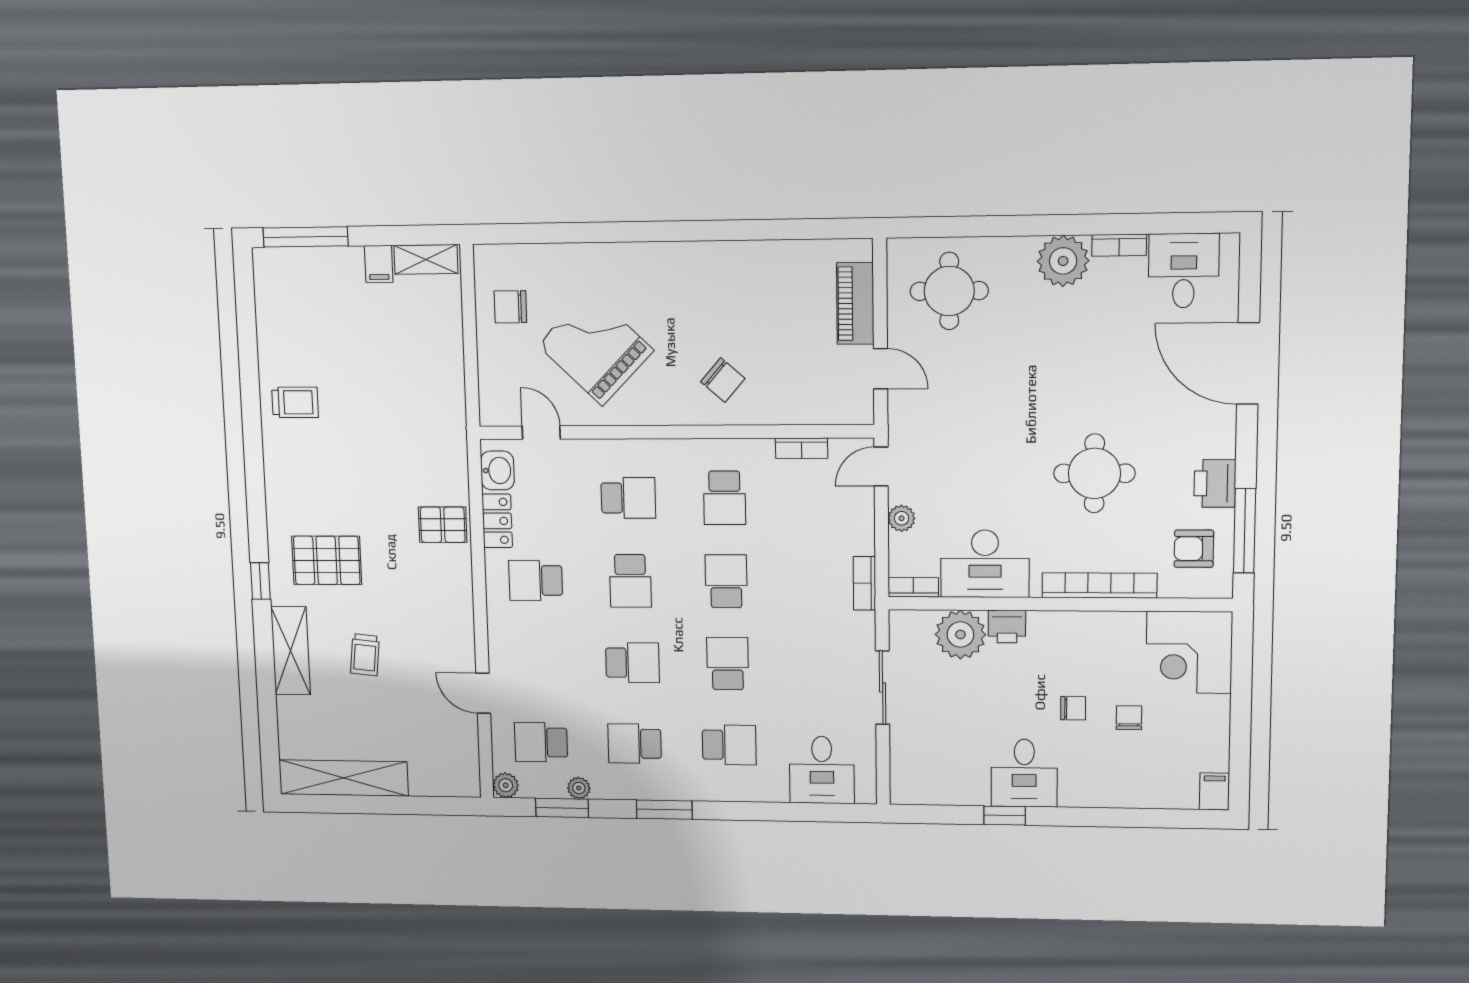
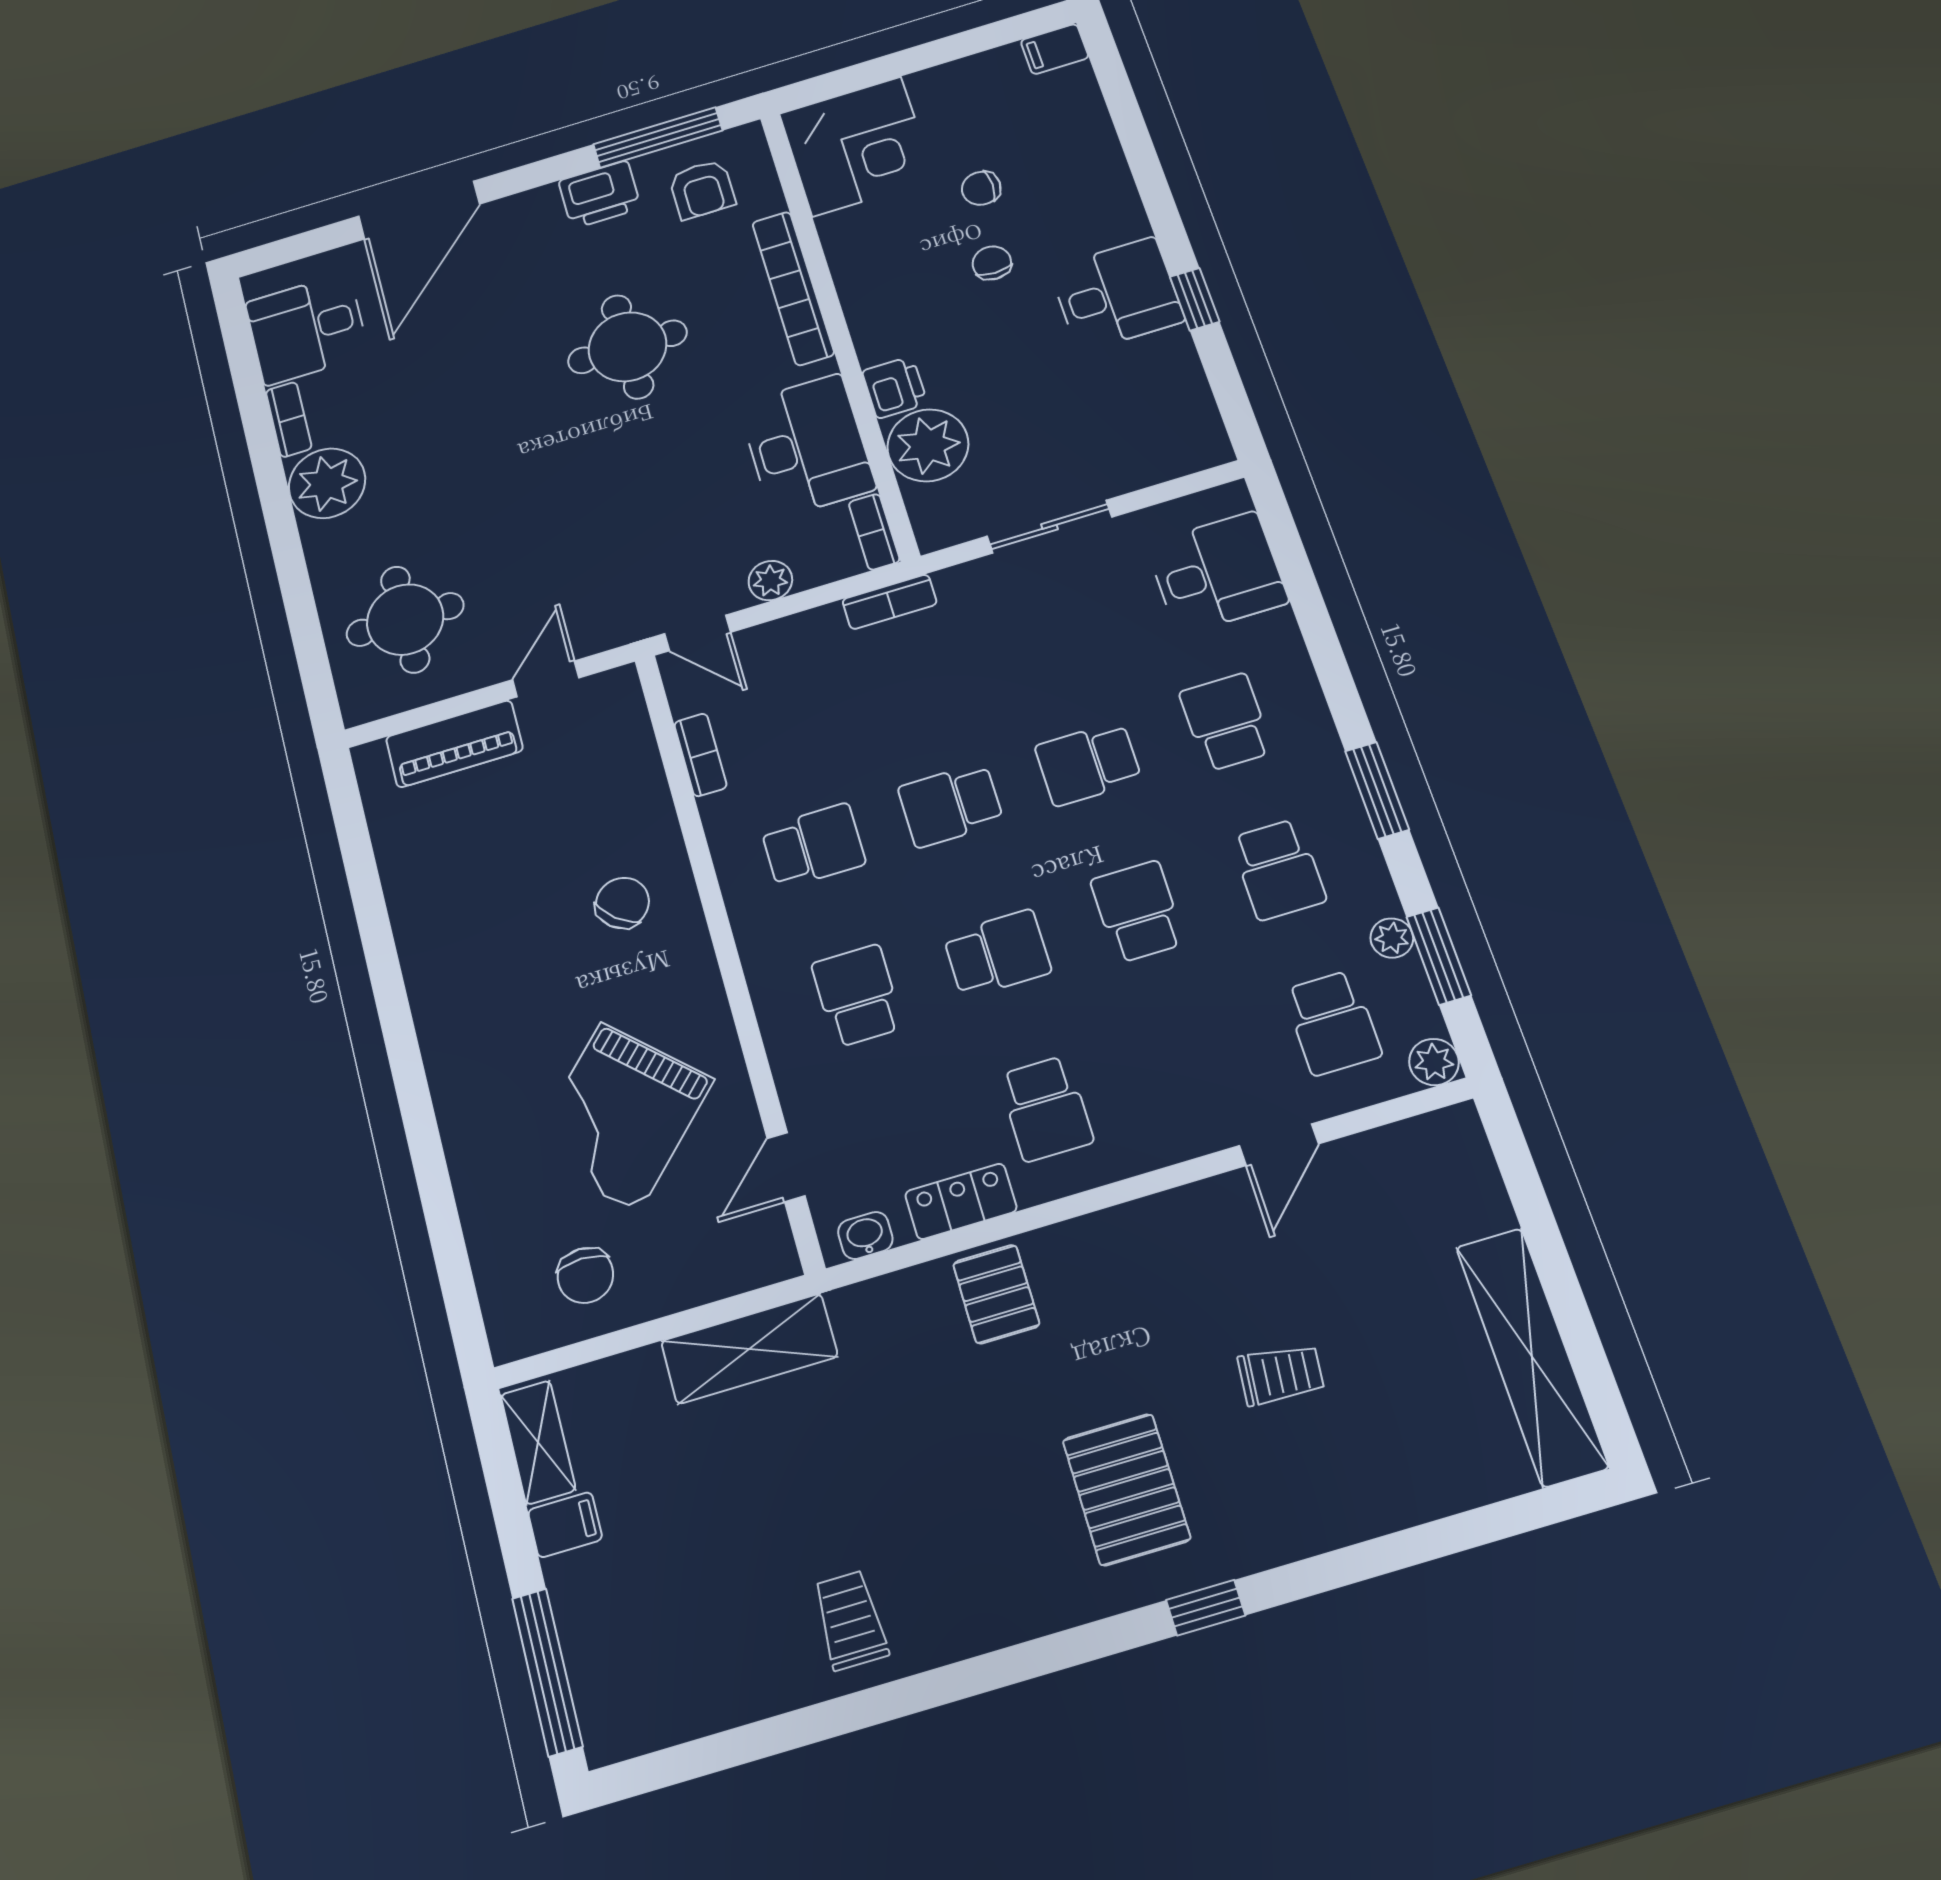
washbasin: (497, 470) -> (865, 1235), width x0.72, depth x0.69
shelving: (291, 651) -> (749, 1349), moved

